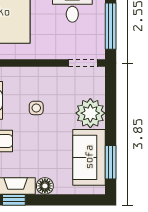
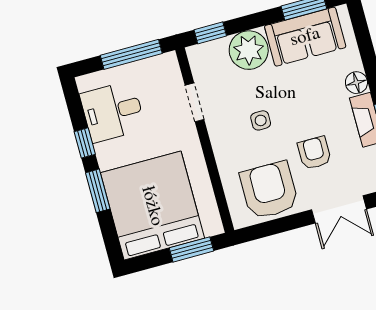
doorway: (83, 63) -> (195, 102), moved
window: (111, 88) -> (210, 33), added

